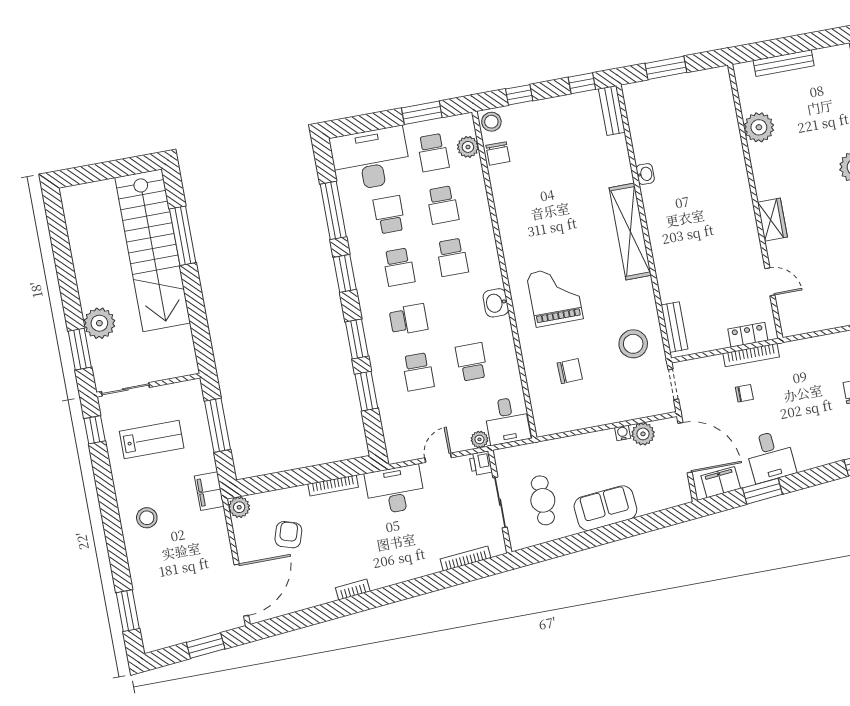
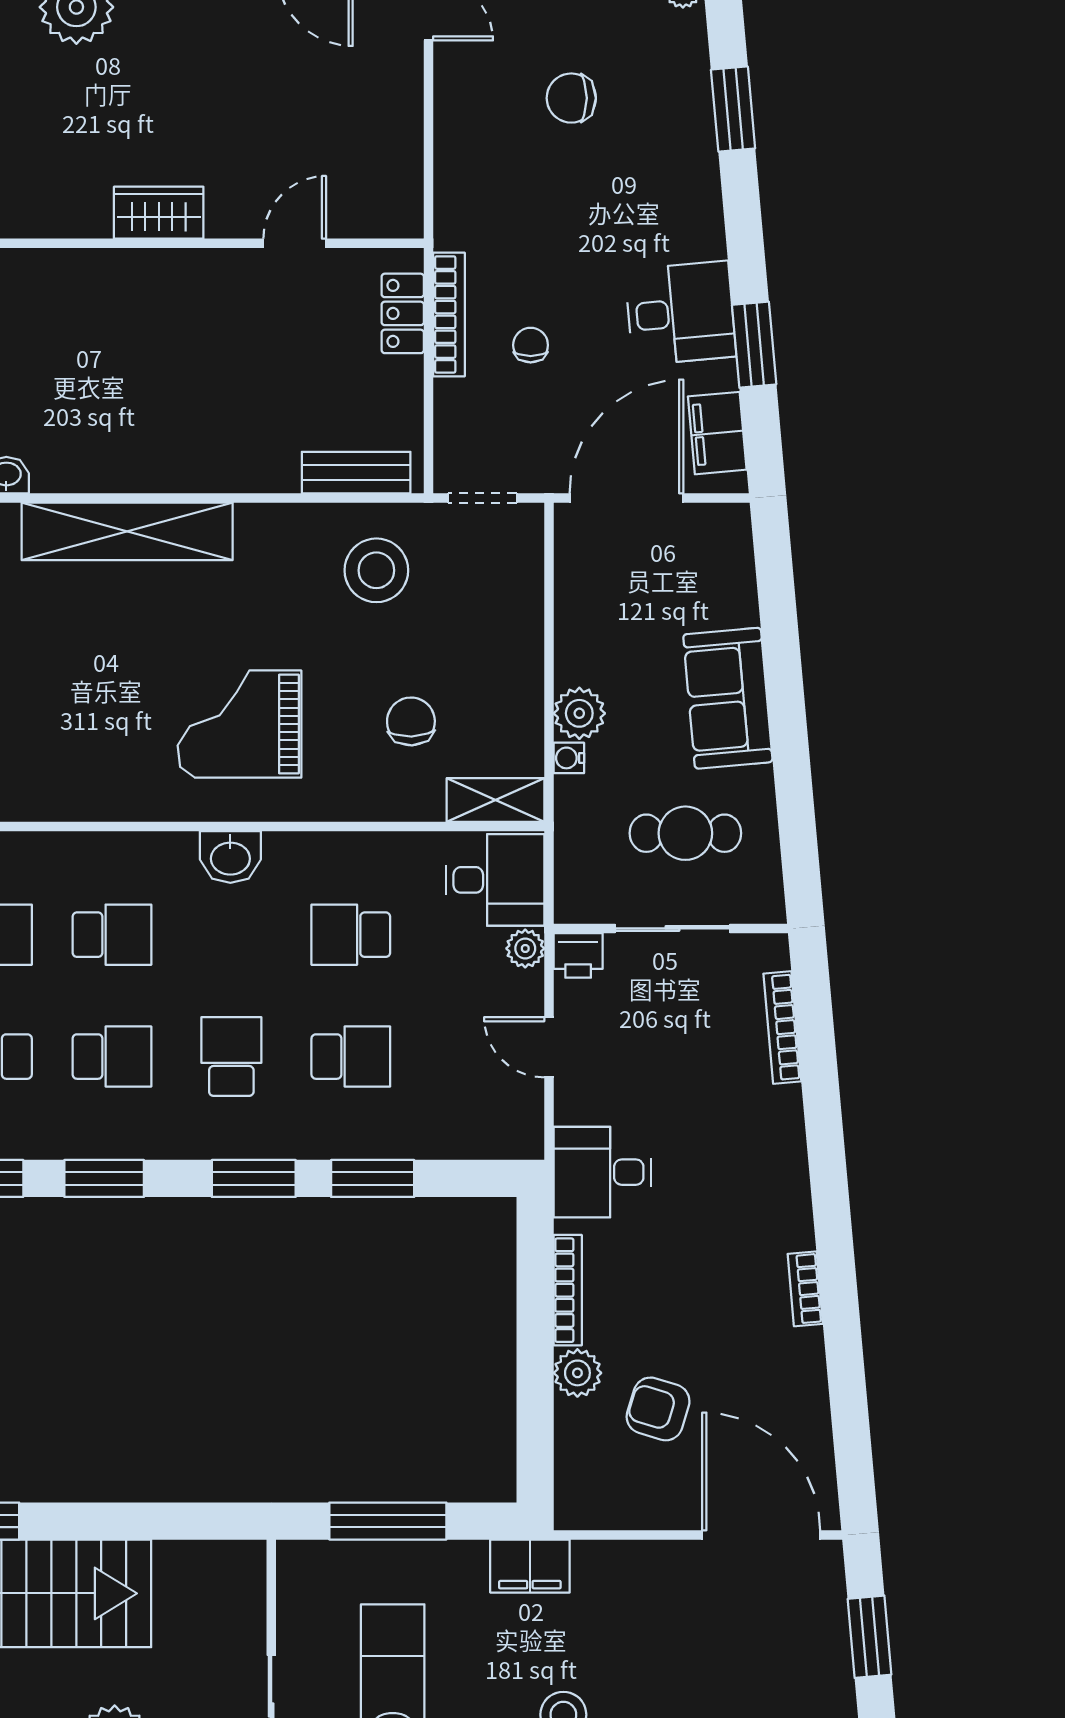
shelving: (542, 414) -> (496, 800), added
water cooler: (623, 433) -> (569, 758), moved
plant: (643, 434) -> (579, 713), moved
desk: (395, 490) -> (602, 1172), width x0.73
plant: (239, 507) -> (577, 1373), moved

